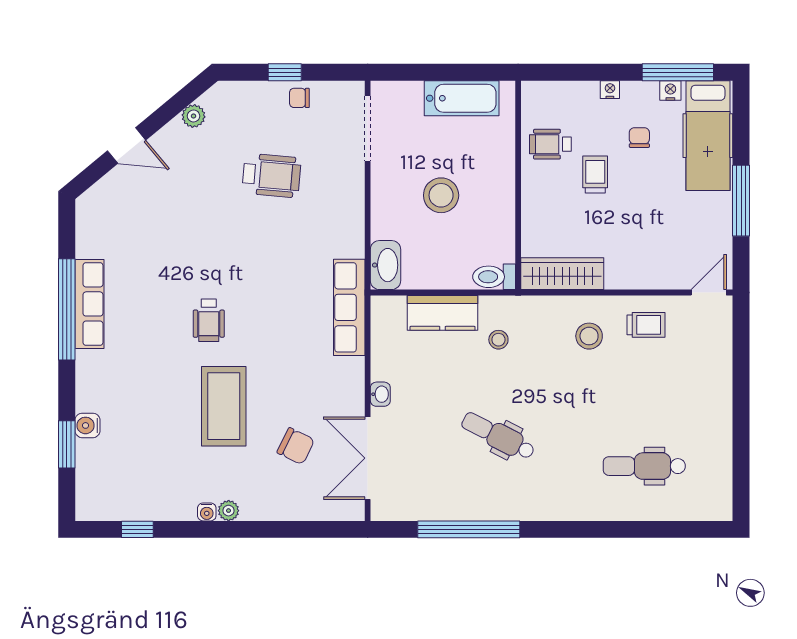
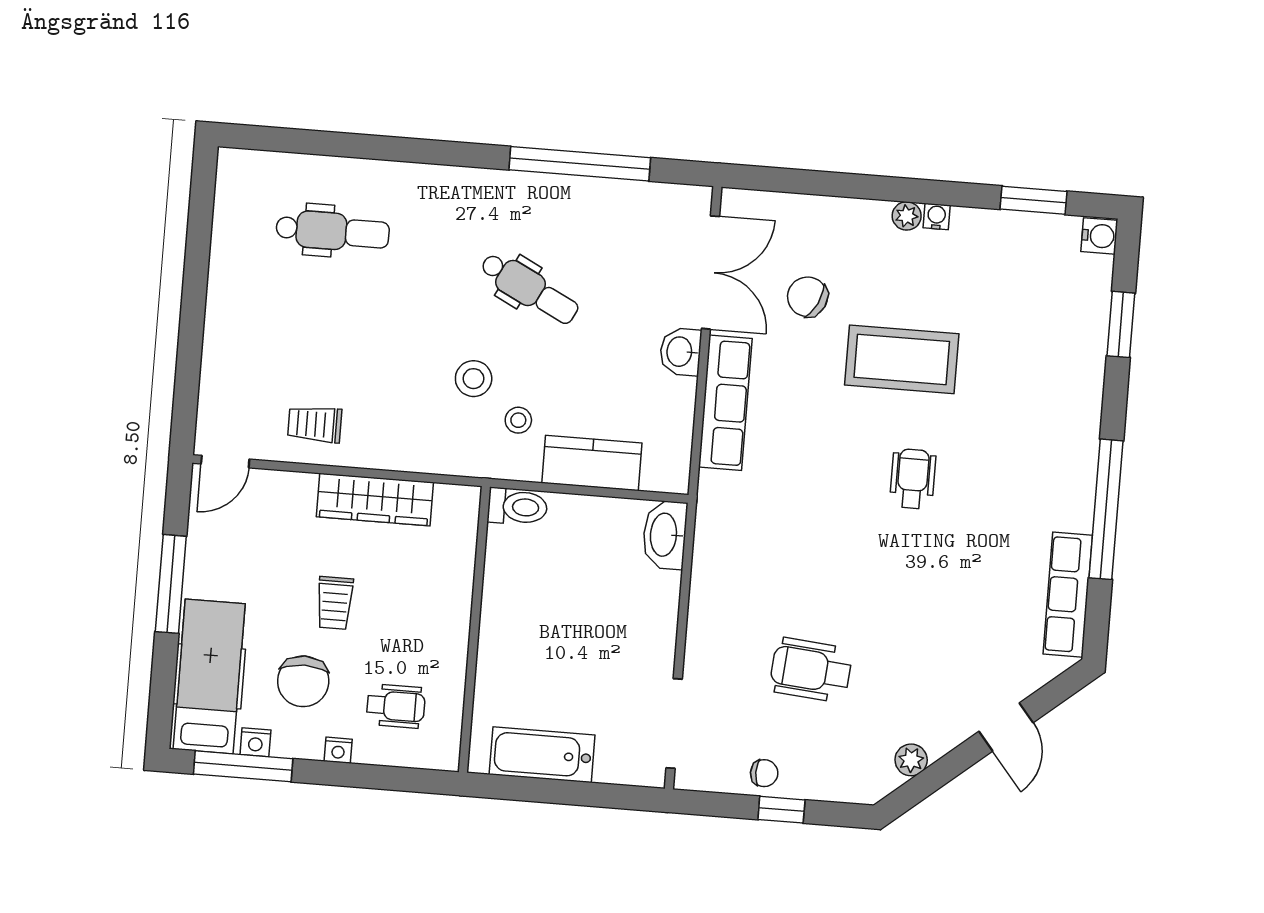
chair: (639, 138) -> (303, 681), width x1.87, depth x1.87
wheelchair: (550, 144) -> (396, 706), moved
door: (127, 145) -> (1006, 727), swing flipped
trolley: (595, 175) -> (335, 603), moved
stool: (441, 195) -> (581, 624), removed
wardrobe: (562, 274) -> (375, 500), moved
row of seats: (90, 304) -> (1068, 595), moved
row of seats: (349, 307) -> (725, 403), moved
stool: (589, 336) -> (474, 379), moved
washbasin: (380, 394) -> (681, 352), width x1.38, depth x1.45
coffee table: (224, 406) -> (902, 359), turned 90
water cooler: (87, 425) -> (1099, 236), moved
window: (137, 529) -> (1034, 200), width x1.50

